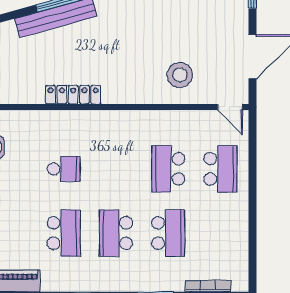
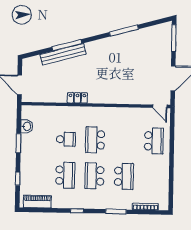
stool: (180, 75) -> (132, 88), removed
locker: (73, 95) -> (77, 98), width x0.66
school desk: (168, 169) -> (95, 140), moved

